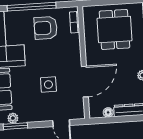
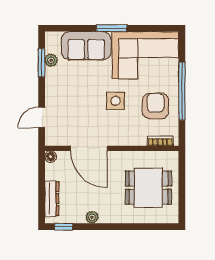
side table: (48, 85) -> (115, 101), moved
floor lamp: (108, 112) -> (51, 157), moved

